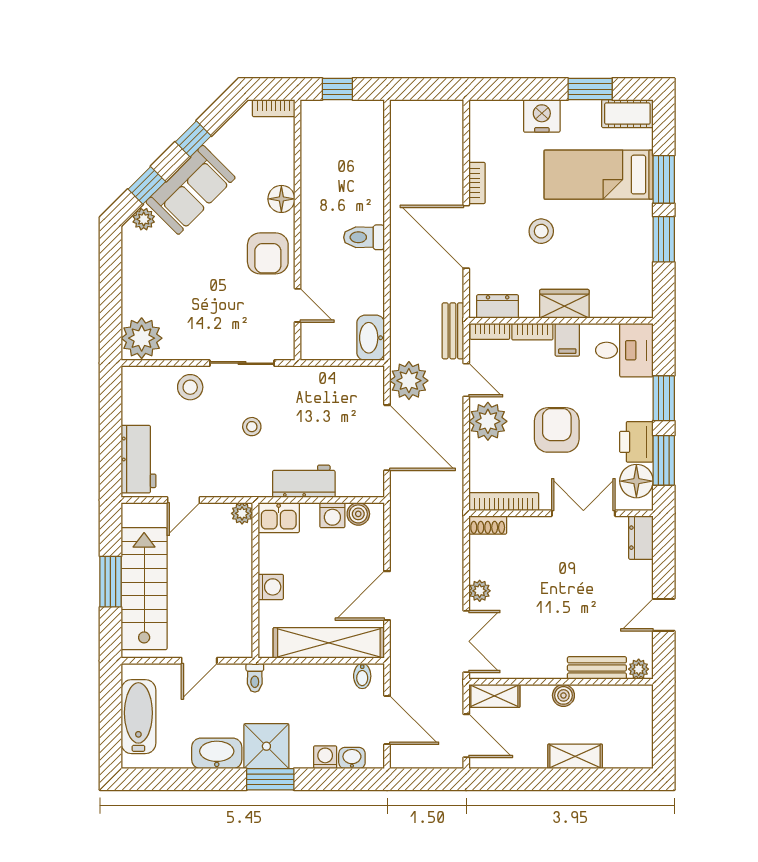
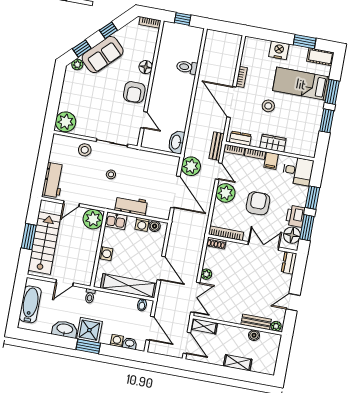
toilet: (364, 237) -> (187, 67), moved
plant: (242, 513) -> (93, 219), width x1.88, depth x1.88
door: (387, 596) -> (161, 268), swing flipped
boiler: (563, 695) -> (254, 335), moved

